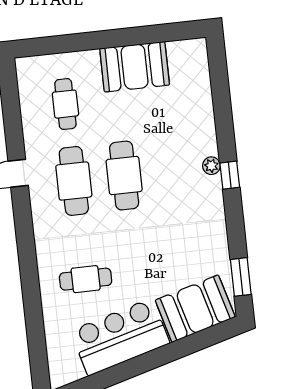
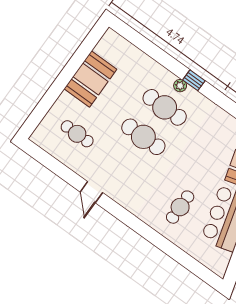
cafe table: (74, 181) -> (165, 107), moved

